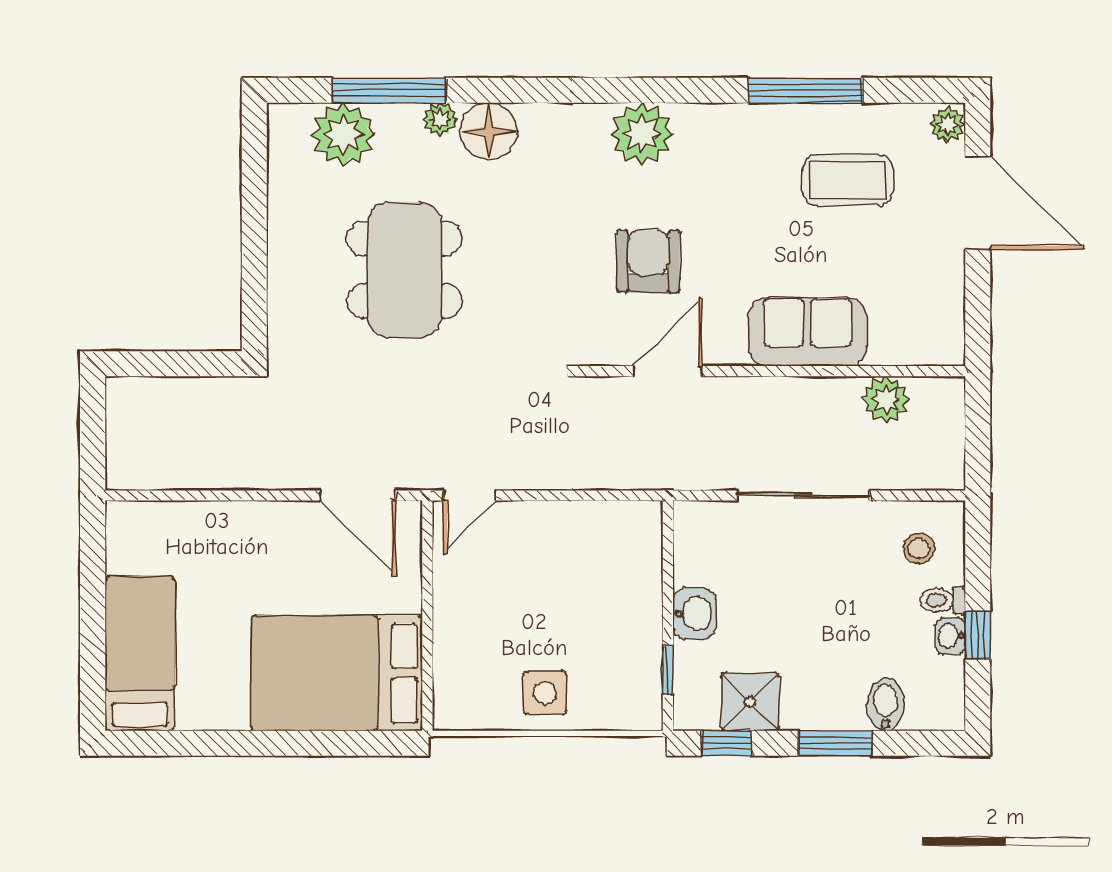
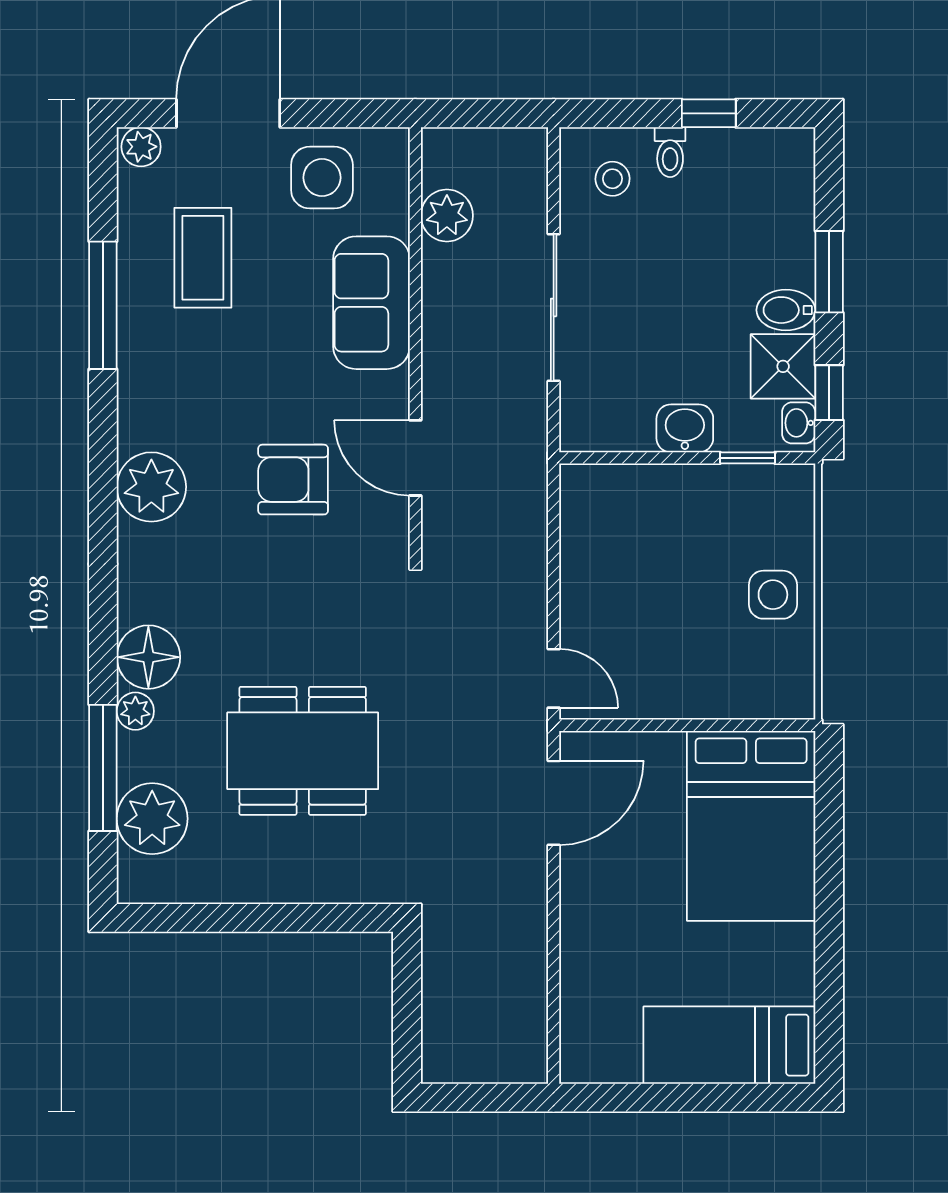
side table: (920, 287) -> (322, 178), added
washbasin: (950, 636) -> (799, 423), moved, turned 90
bidet: (886, 704) -> (786, 310), moved

